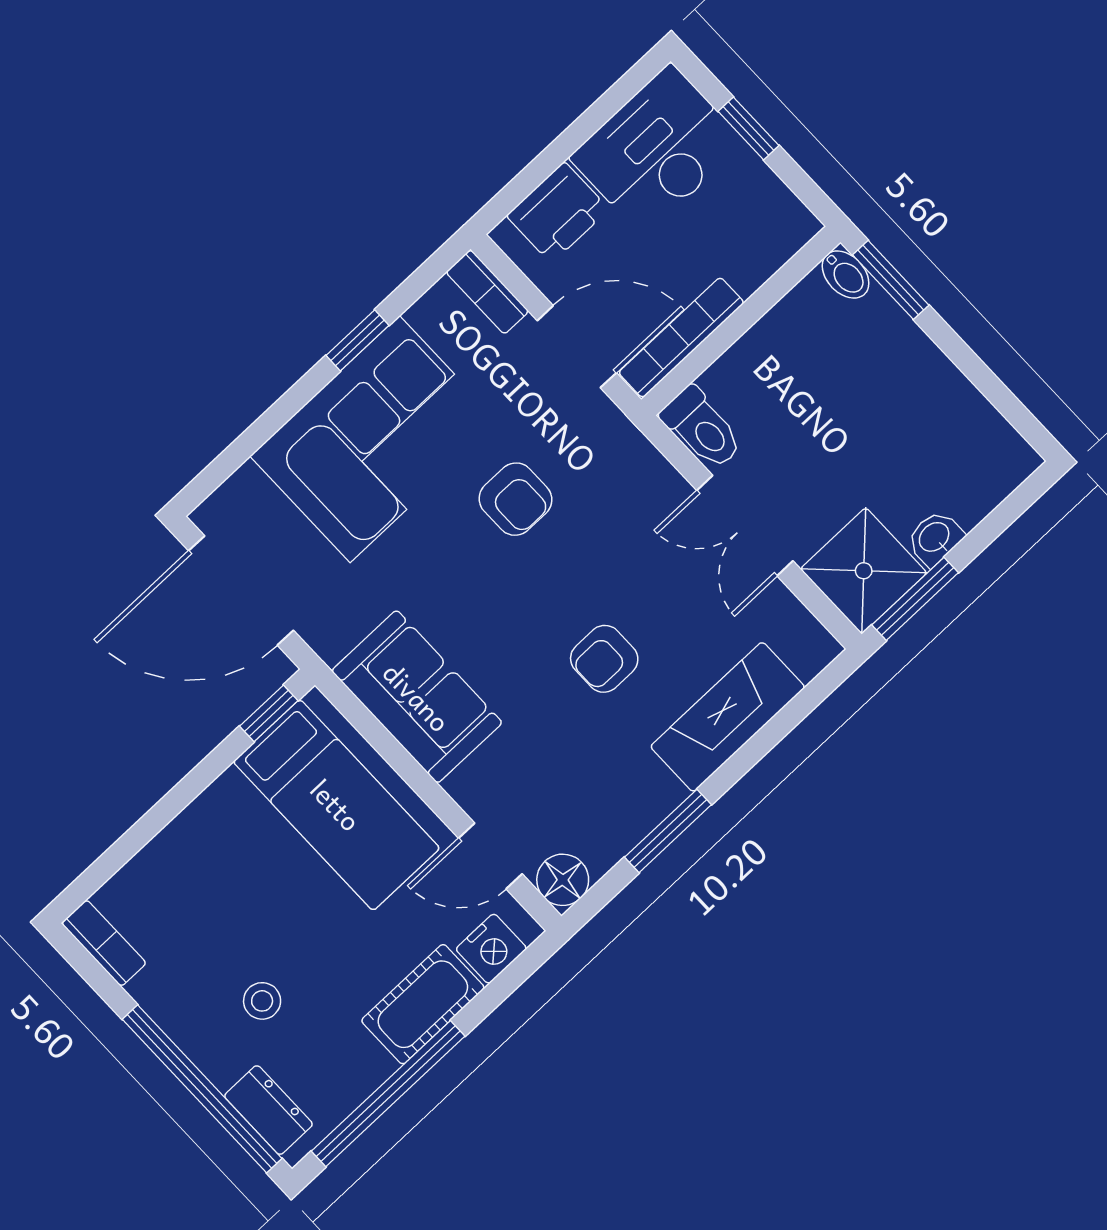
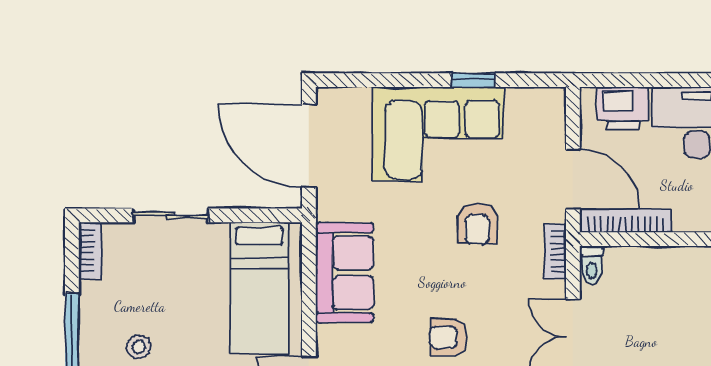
bookcase: (487, 292) -> (555, 251), moved
toilet: (702, 428) -> (591, 265), width x0.73, depth x0.72
window: (269, 713) -> (268, 215), removed
sliding door: (158, 817) -> (170, 215), added

